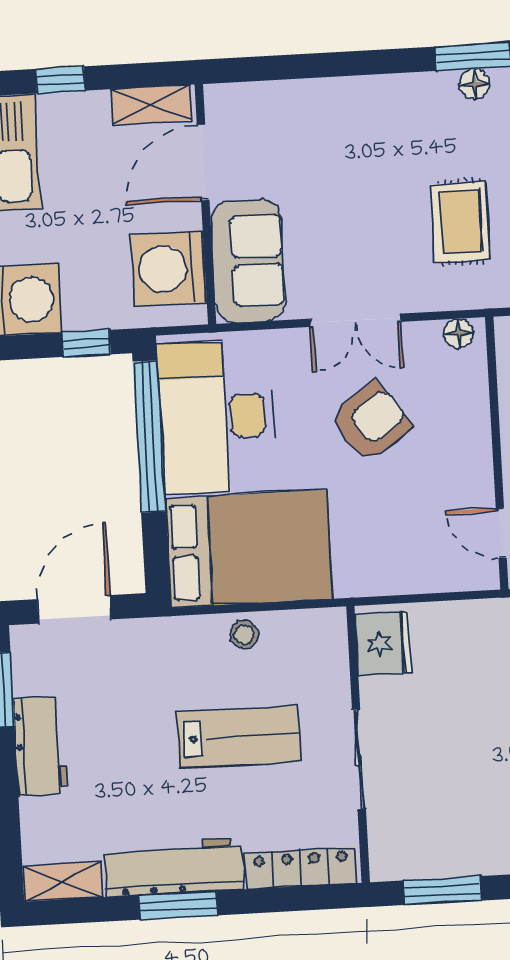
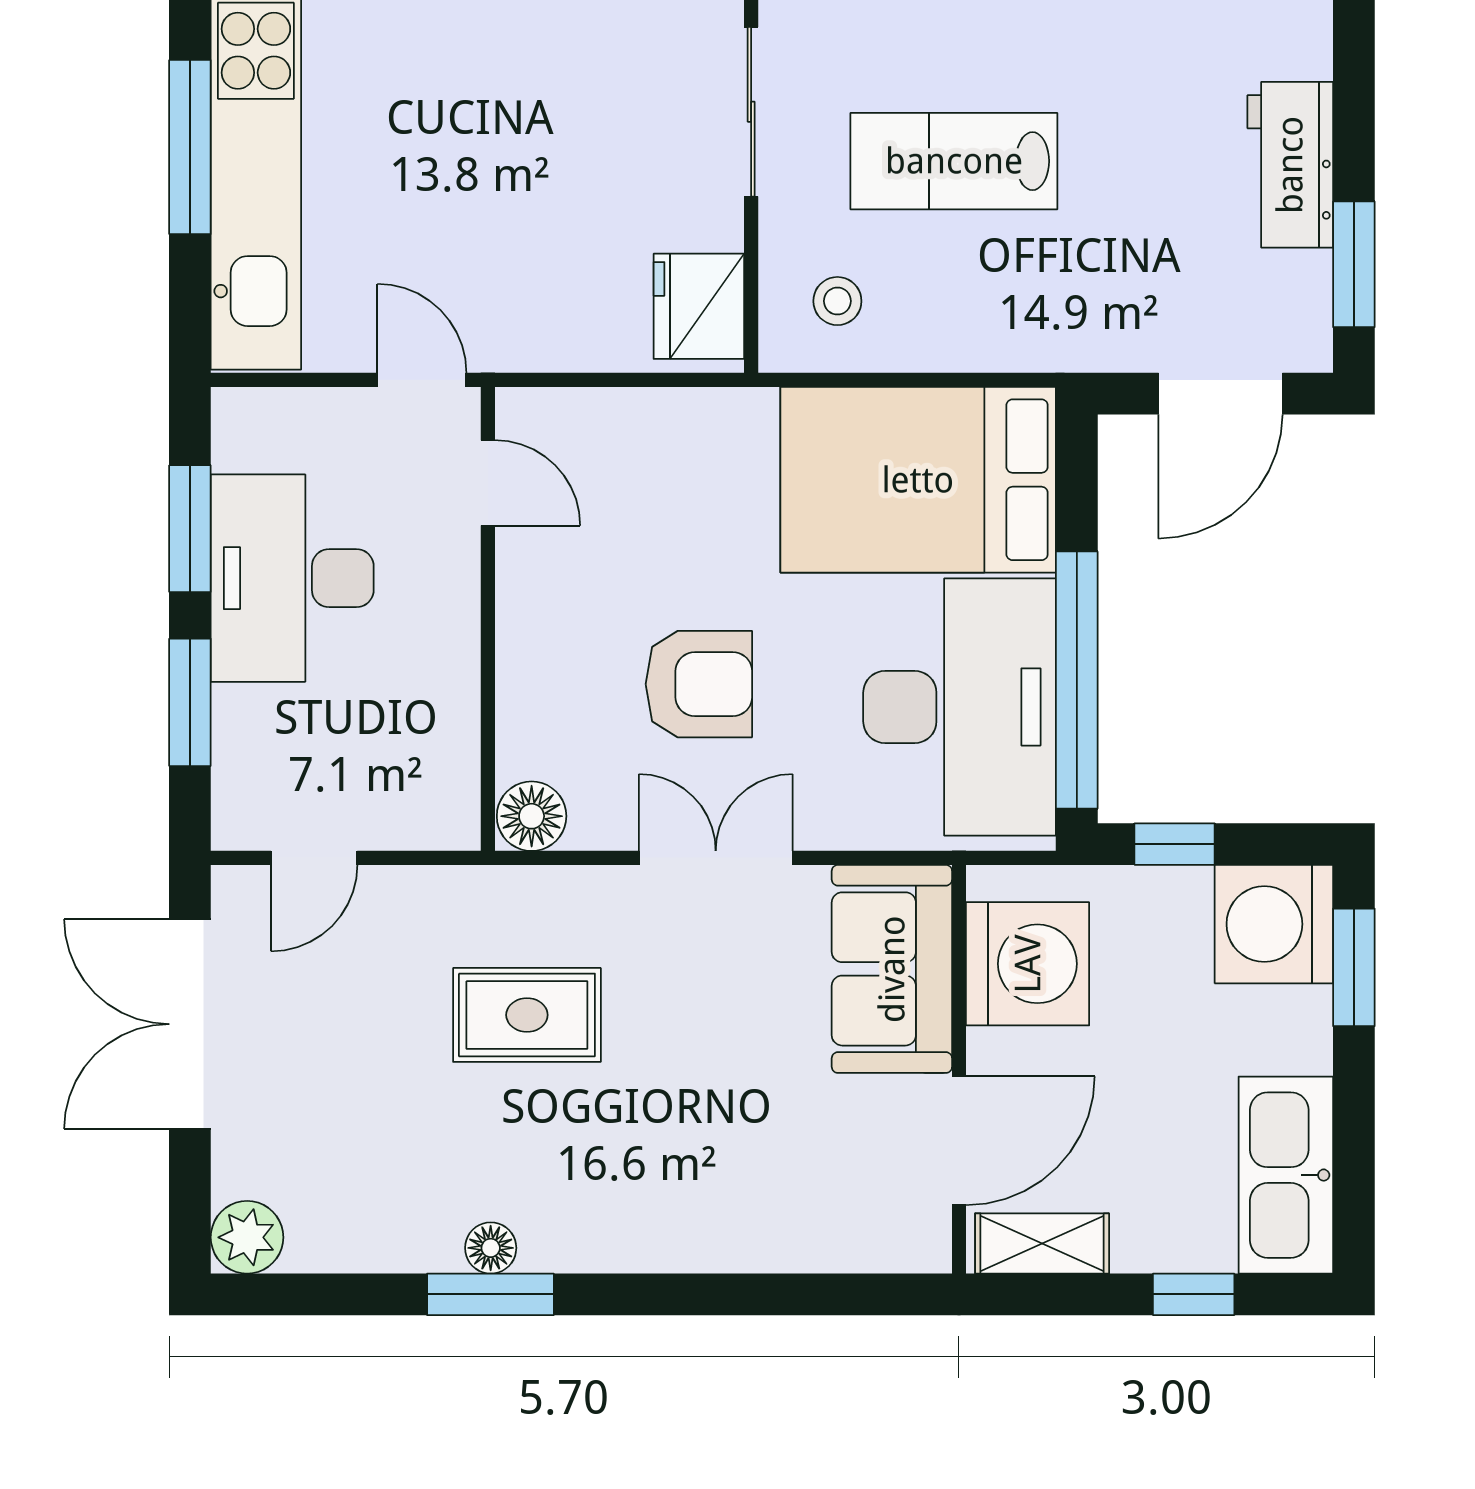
rug: (461, 222) -> (527, 1015), turned 90
floor lamp: (459, 333) -> (532, 816), width x1.37, depth x1.37
armchair: (371, 422) -> (699, 684), turned -145
stool: (244, 635) -> (837, 301), moved

